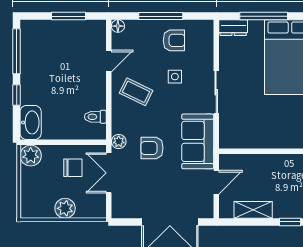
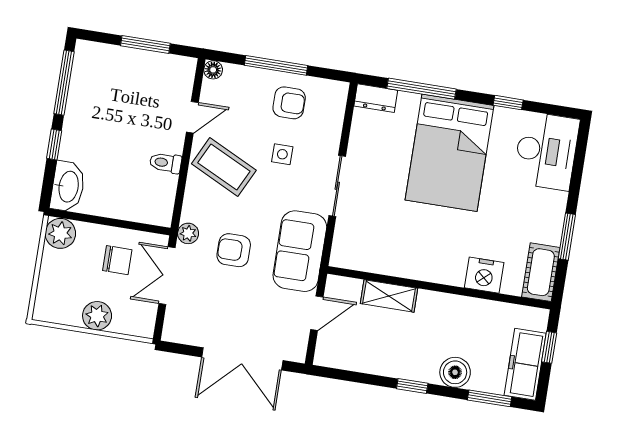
coffee table: (136, 92) -> (224, 167), width x1.36, depth x1.30
toilet: (95, 117) -> (166, 163), moved
shelving: (253, 210) -> (389, 296), moved

